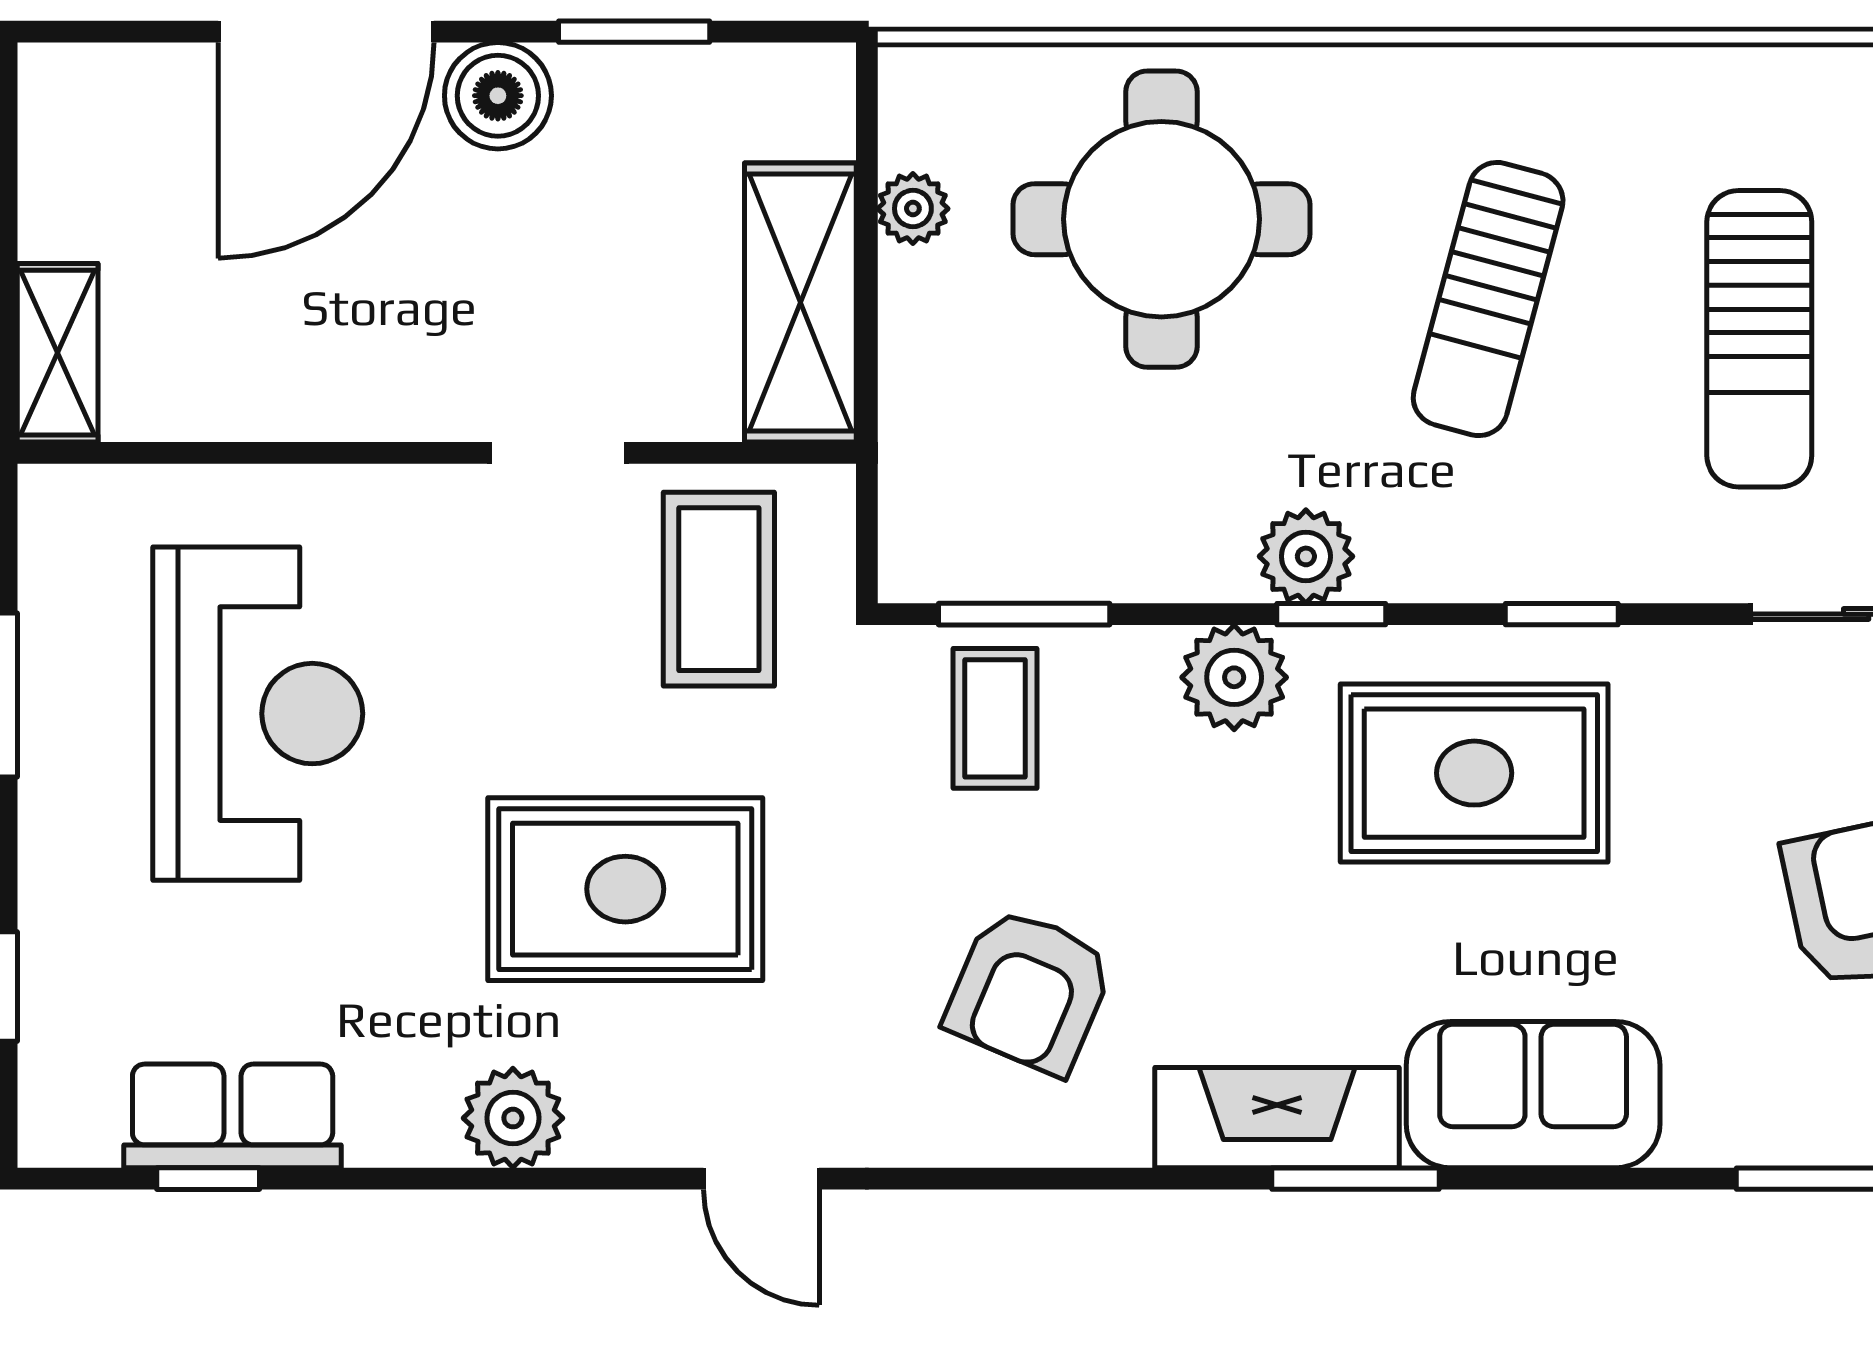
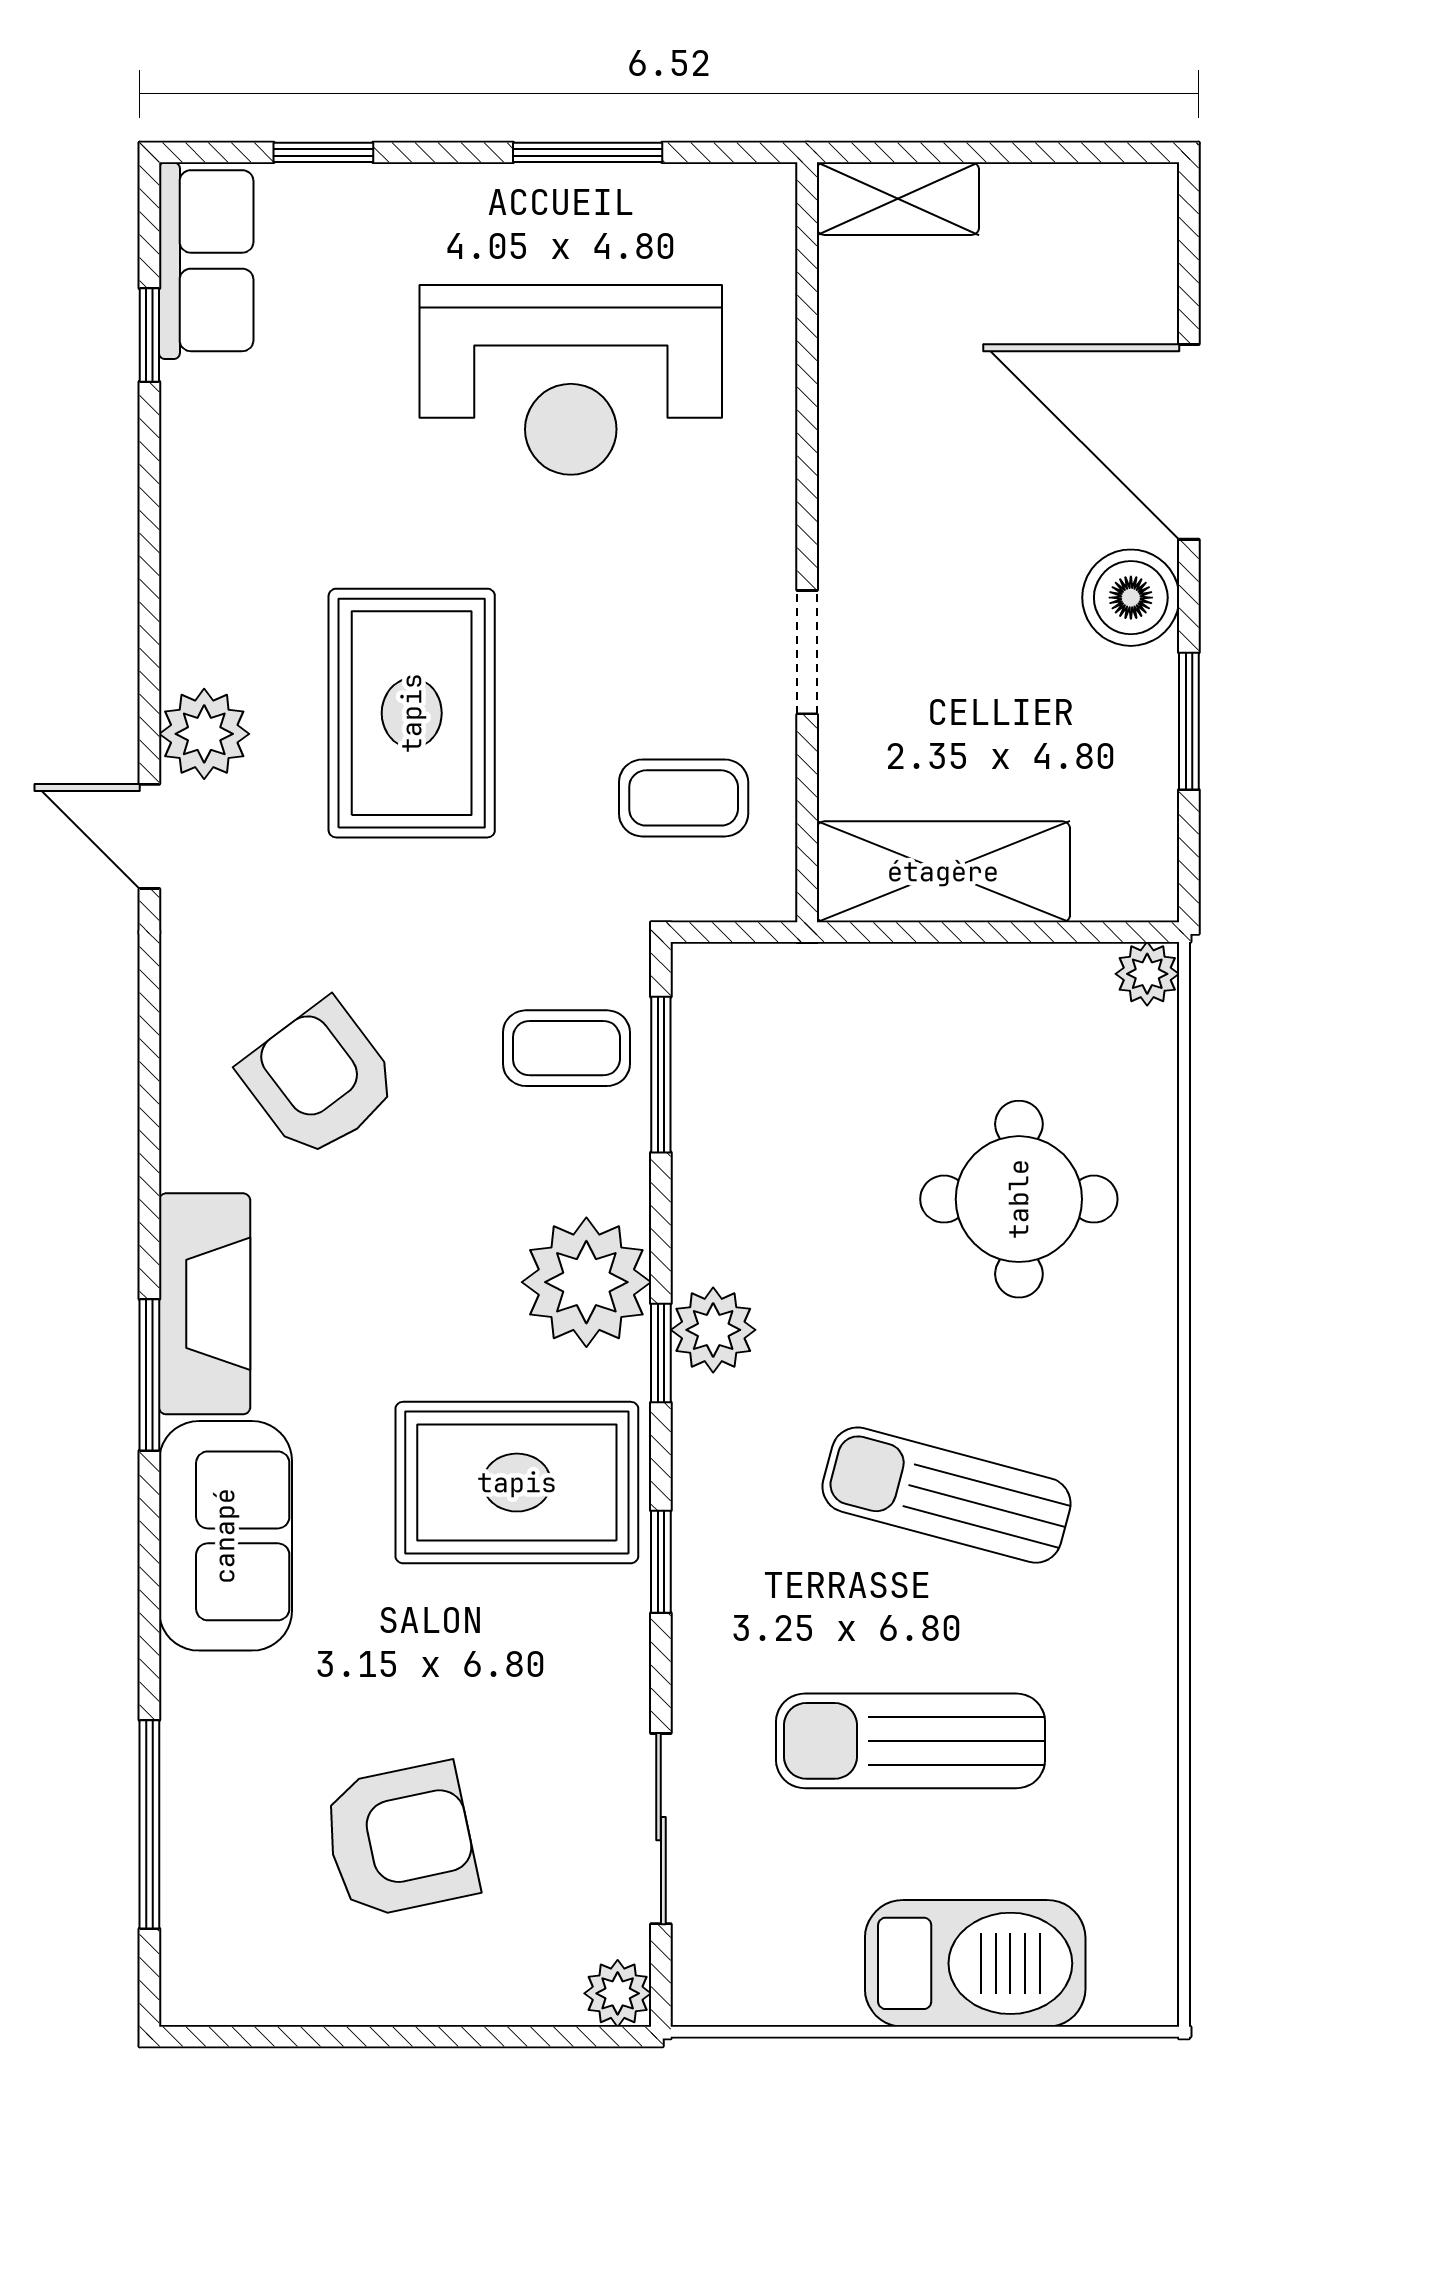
plant: (913, 209) -> (1147, 974), moved
round table: (1161, 219) -> (1019, 1199), width x0.73, depth x0.73
coffee table: (719, 589) -> (684, 798), width x0.73, depth x0.77
plant: (1234, 677) -> (586, 1282), width x1.36, depth x1.36
rug: (1474, 773) -> (517, 1483), turned 90
armchair: (1029, 991) -> (320, 1079), turned 30
row of seats: (233, 1116) -> (206, 261), moved
plant: (513, 1118) -> (204, 734), moved
door: (761, 1179) -> (149, 836), hinge flipped

